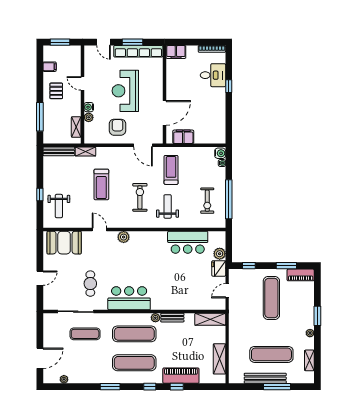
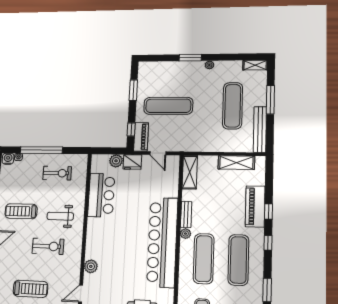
exercise bike: (140, 197) -> (48, 246), turned 180
window: (229, 199) -> (41, 150), moved
piano: (301, 275) -> (141, 137), moved
bar counter: (129, 298) -> (162, 242), width x1.86
shelving: (309, 360) -> (255, 65), moved
bench: (265, 378) -> (260, 129), moved

